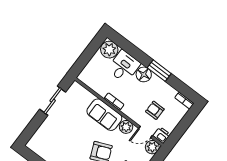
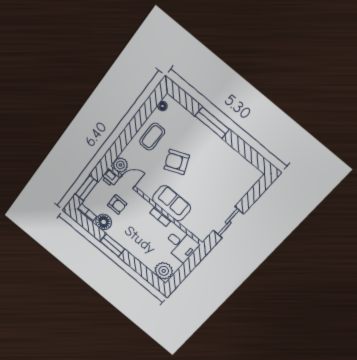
desk: (124, 66) -> (181, 245), moved, turned -90
floor lamp: (144, 74) -> (104, 222), moved
window: (184, 124) -> (87, 188), added
plant: (126, 127) -> (148, 189), removed

